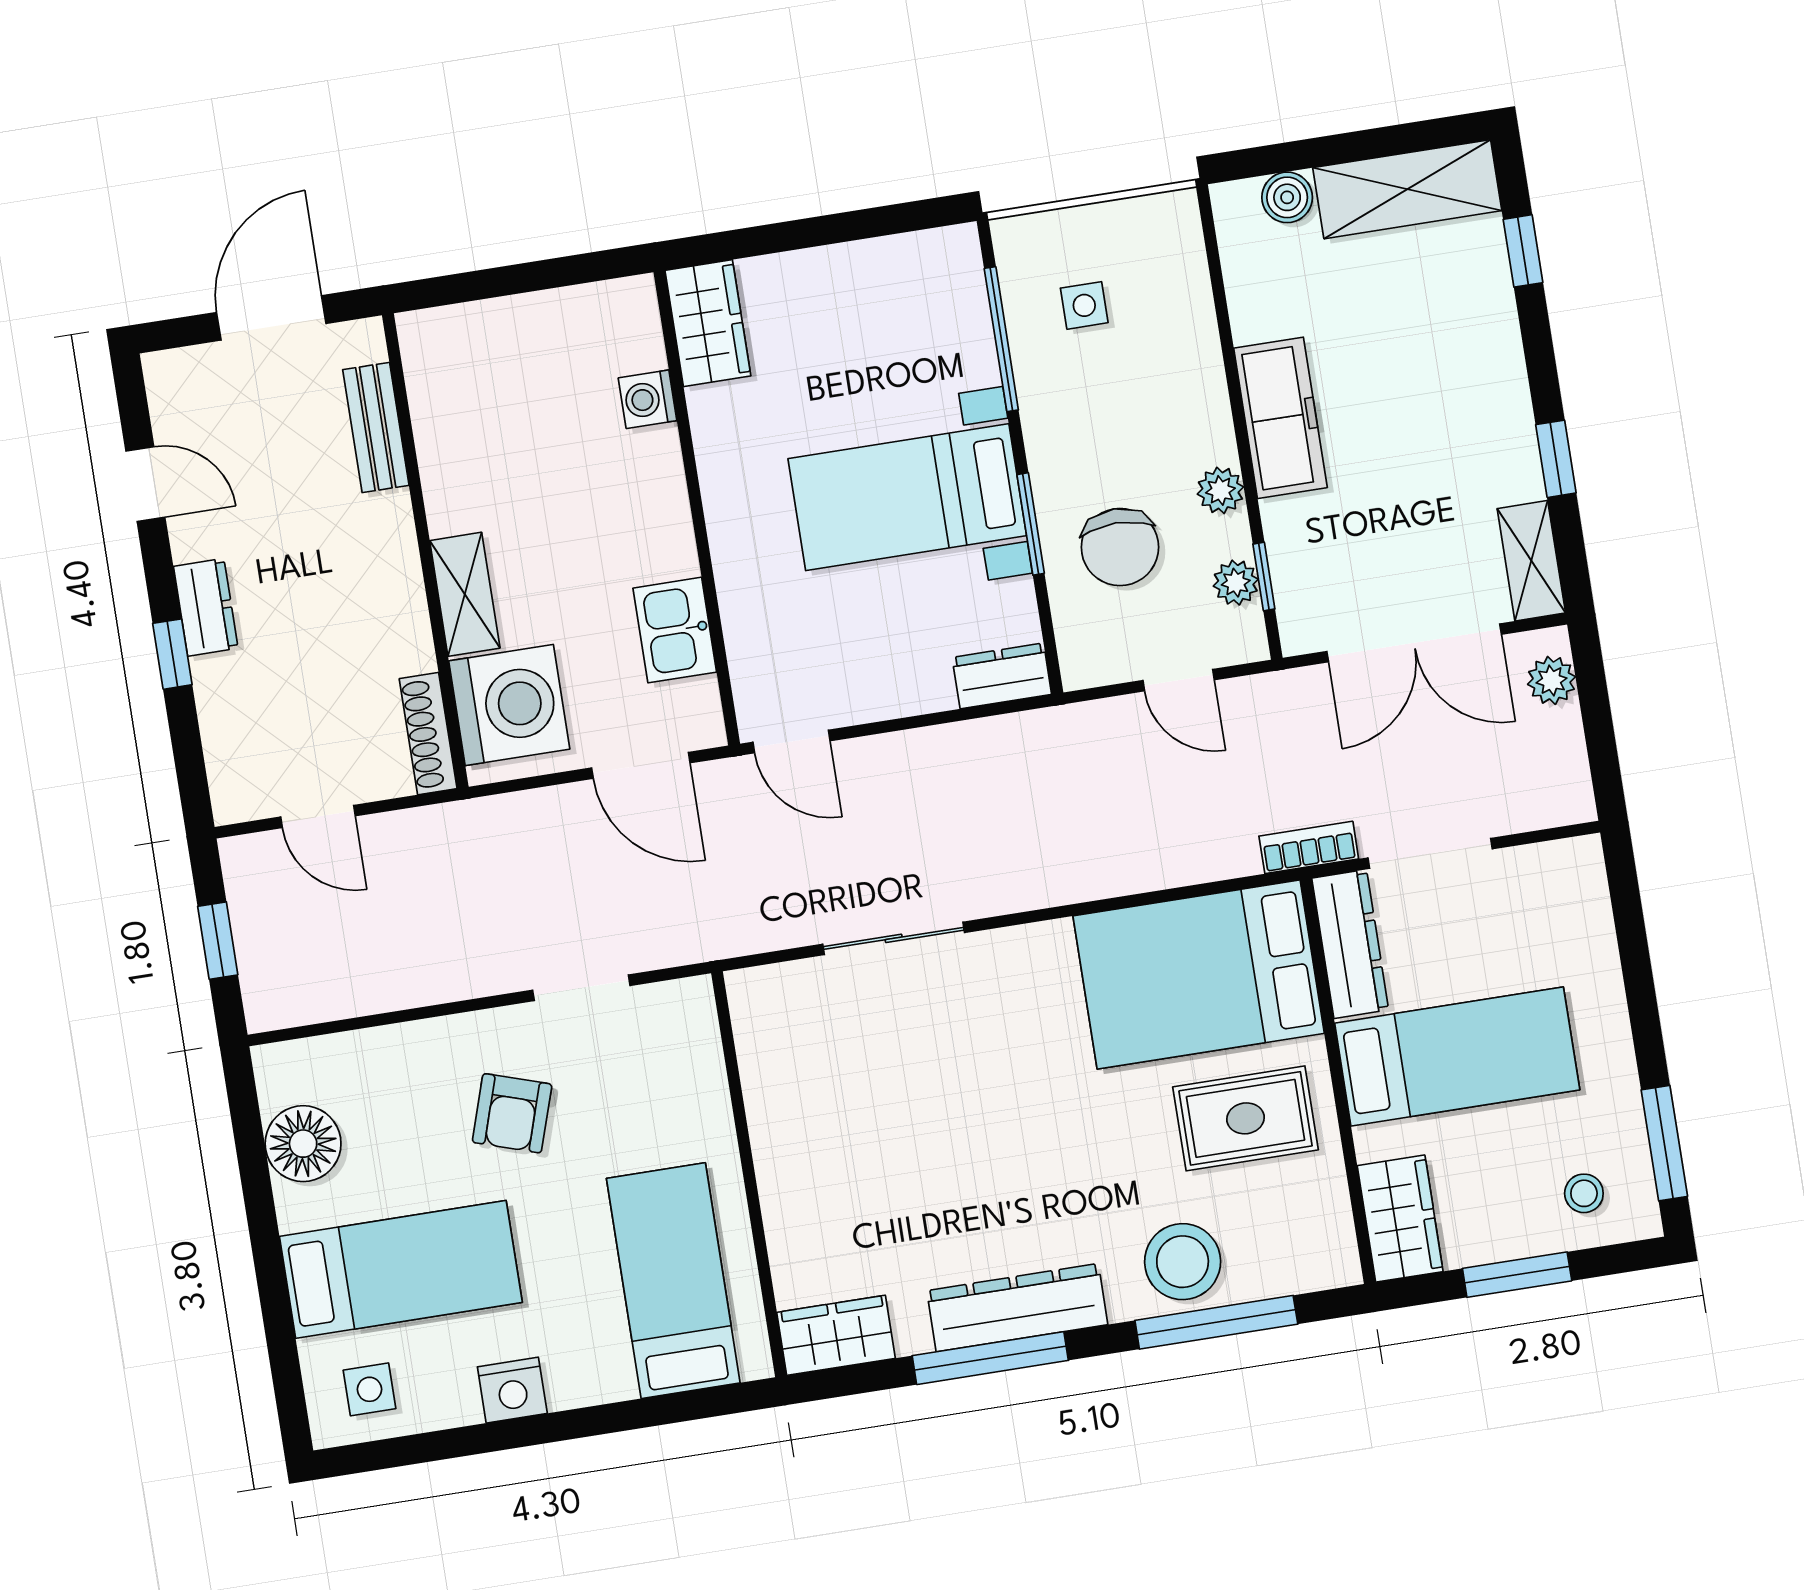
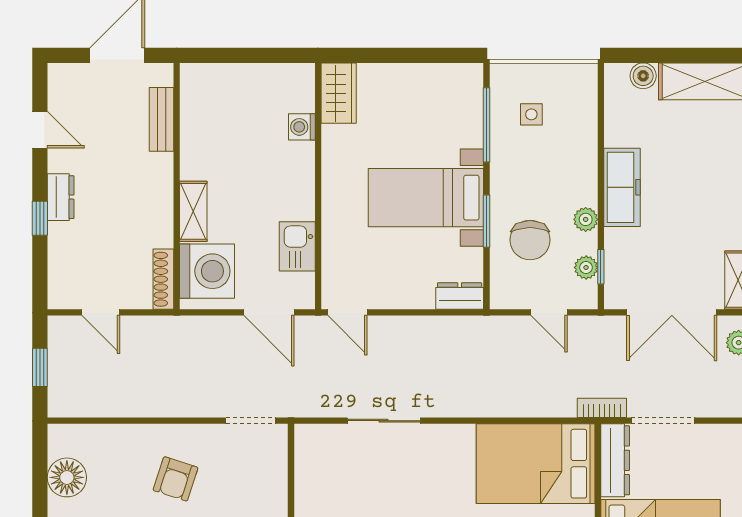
doorway: (581, 988) -> (251, 421), moved

